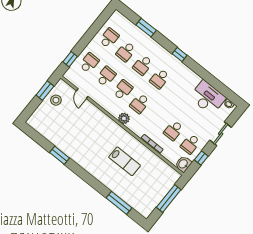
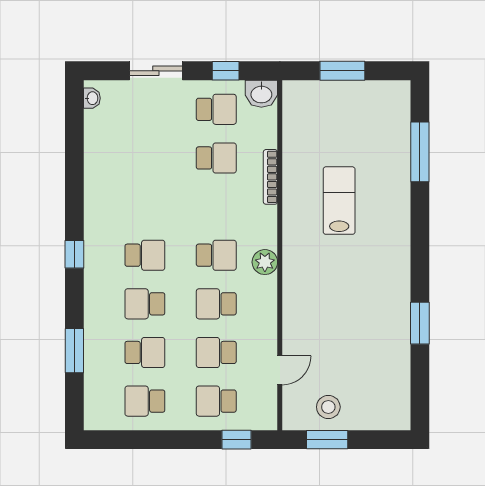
school desk: (143, 65) -> (145, 304), turned 180
desk: (208, 98) -> (111, 144), removed
window: (169, 199) -> (342, 71), width x0.69

